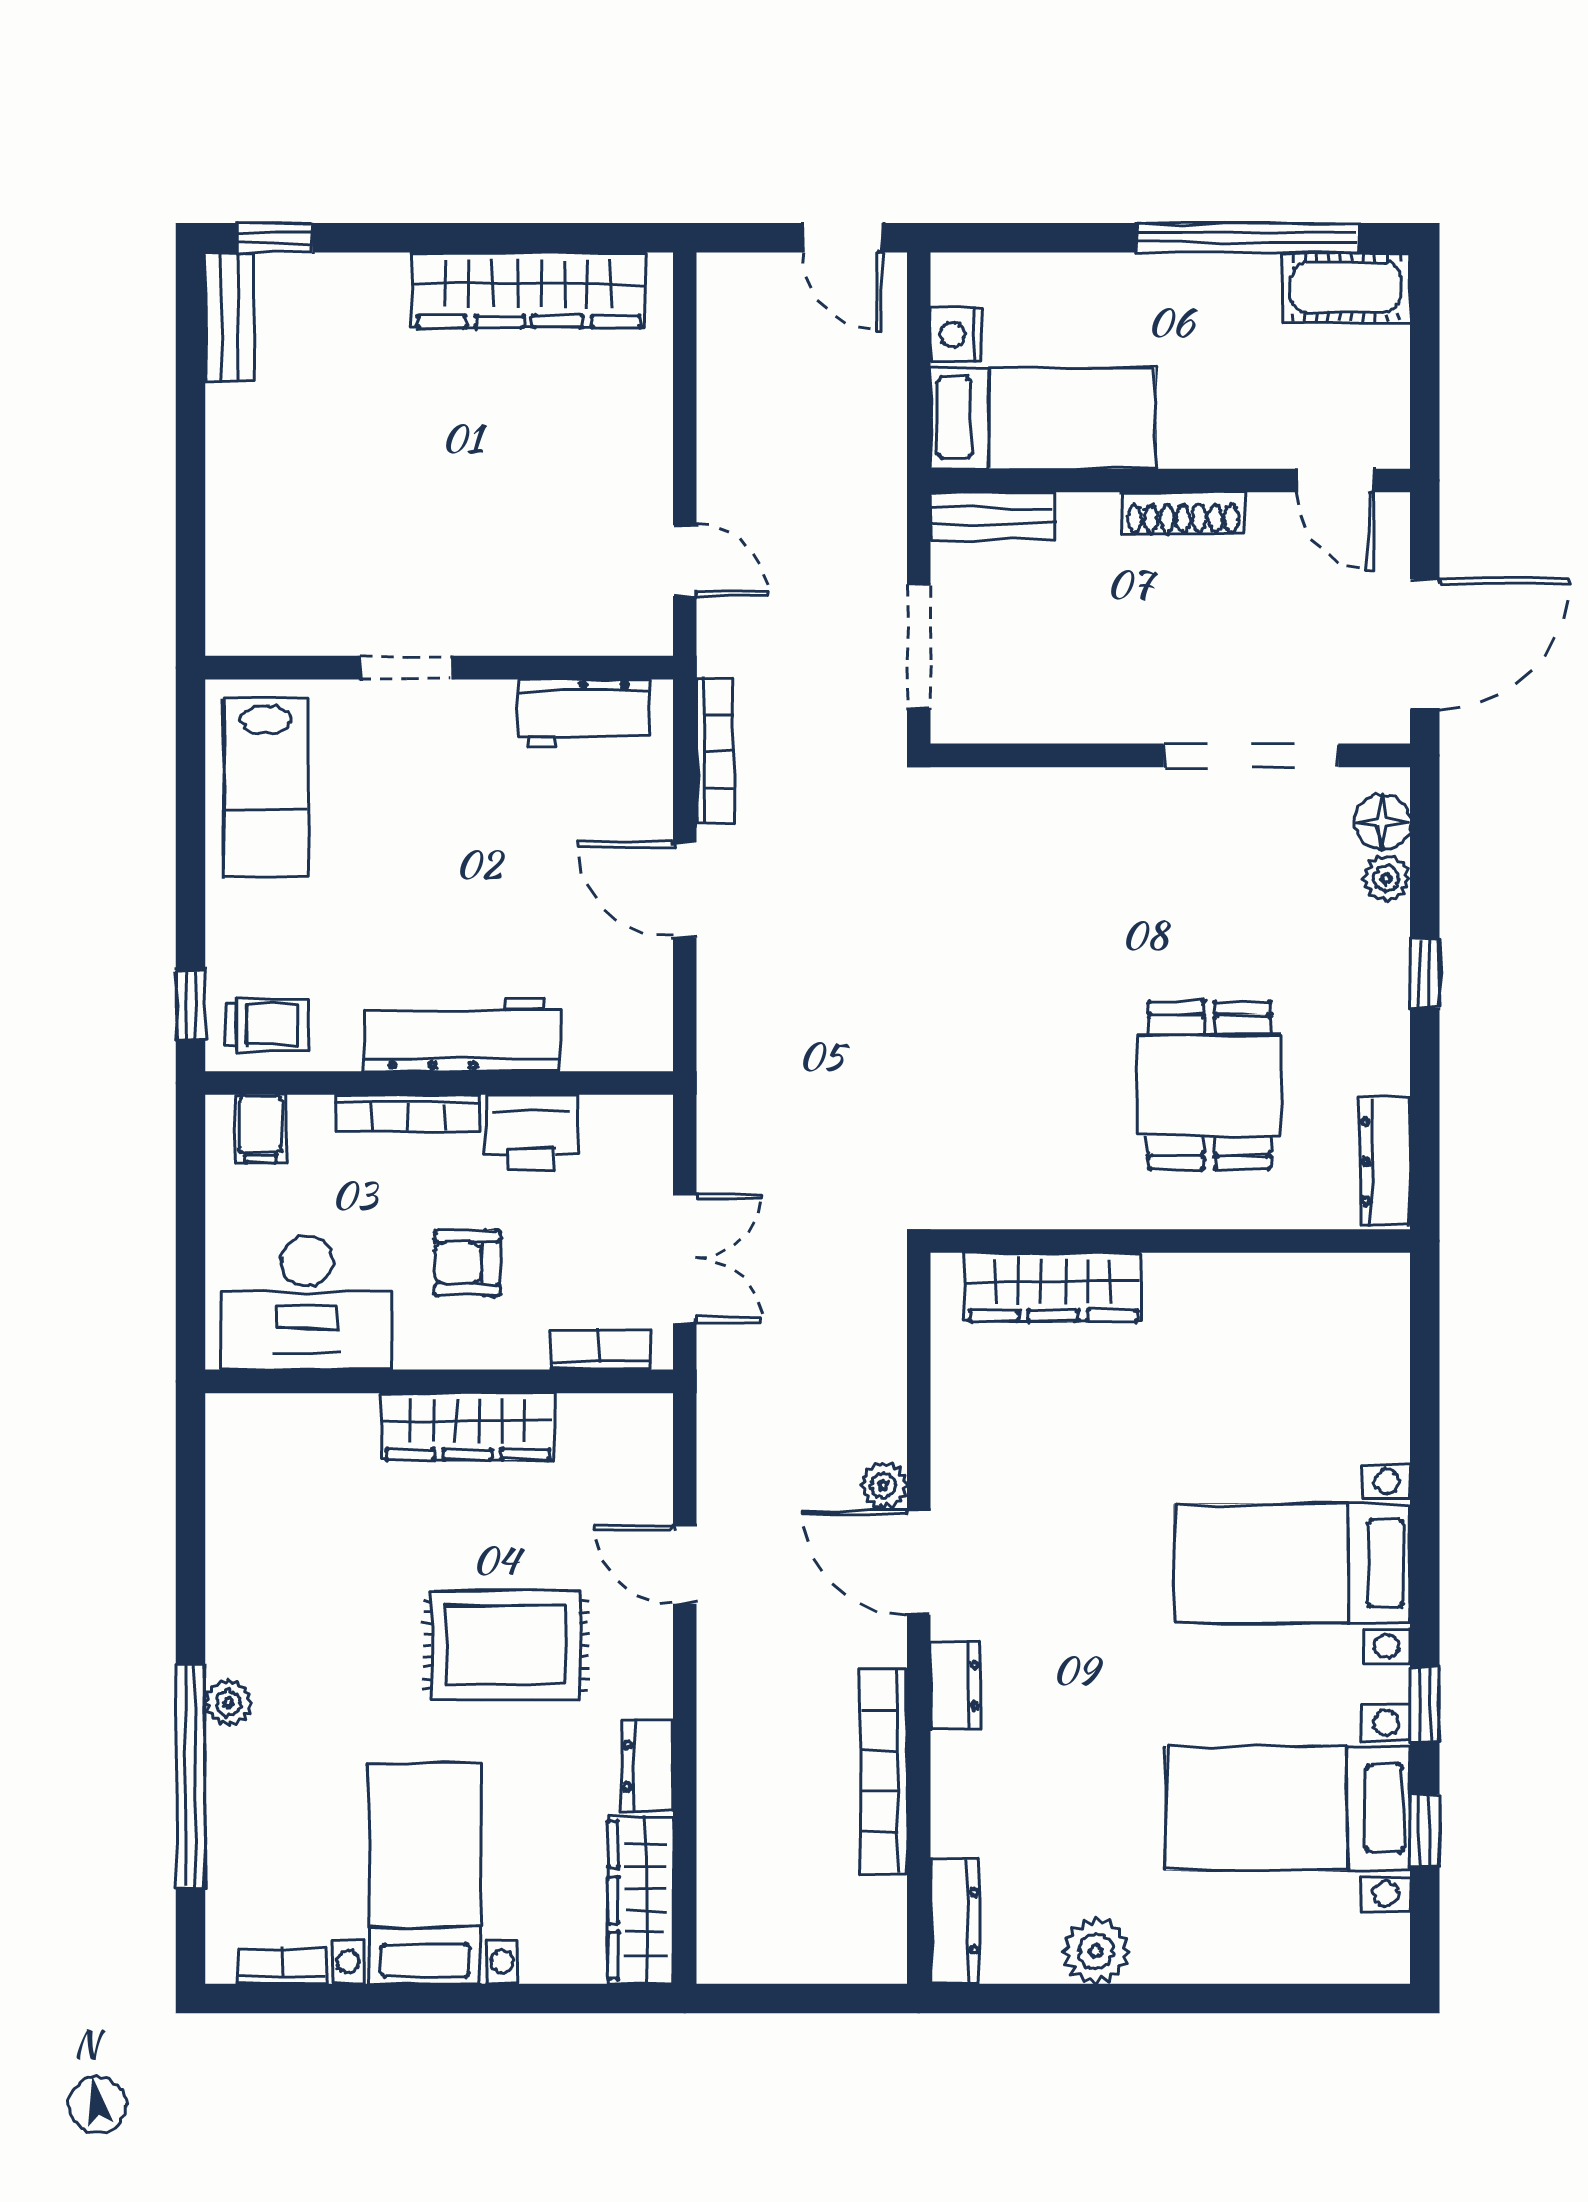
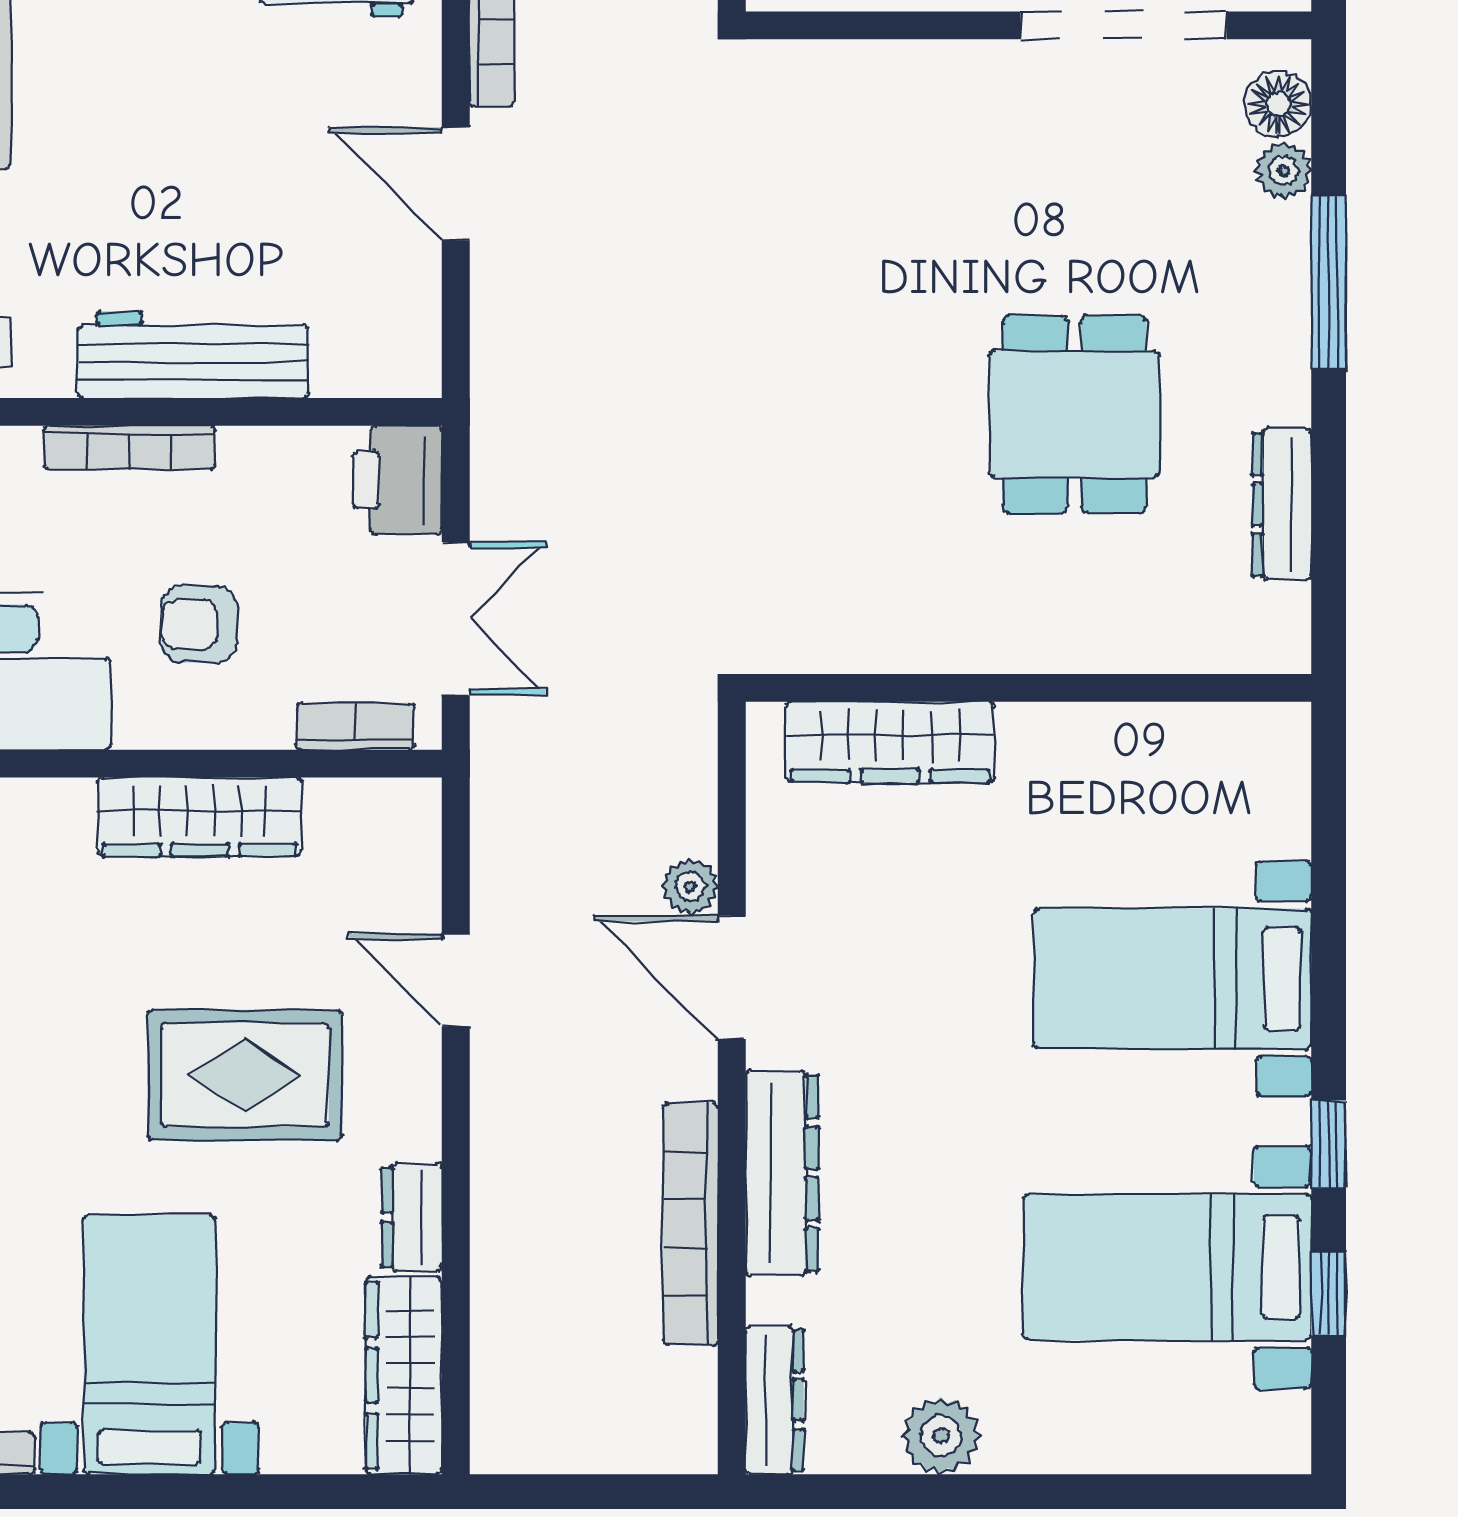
window: (1425, 973) -> (1329, 282), width x2.17
printer: (531, 1133) -> (397, 480), moved, turned 90
wall: (1170, 1241) -> (1028, 688), moved
wardrobe: (1053, 1287) -> (890, 742), moved
dresser: (955, 1686) -> (782, 1173), width x1.96, depth x1.24

